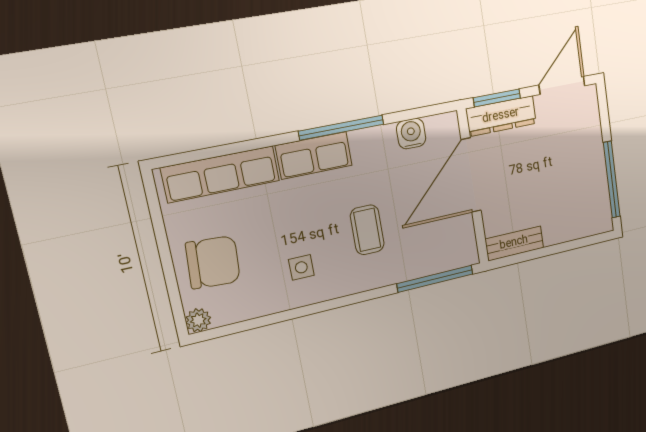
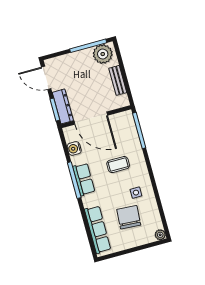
row of seats: (314, 155) -> (84, 179), moved
plant: (593, 209) -> (103, 54), added
bench: (514, 243) -> (118, 80), moved
chair: (213, 262) -> (129, 217), moved

